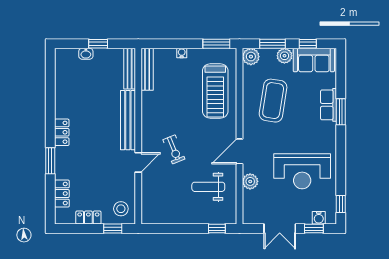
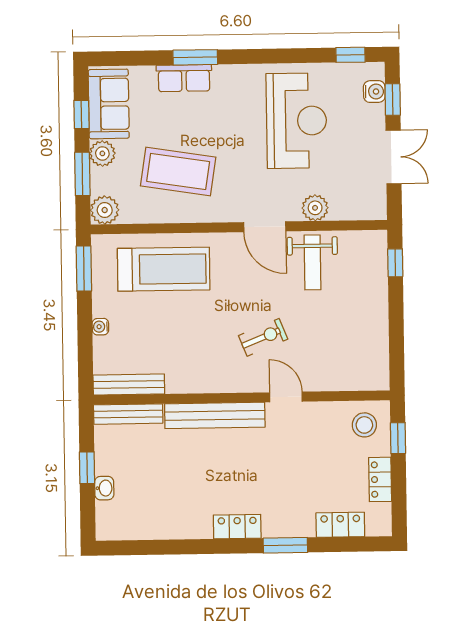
weight bench: (208, 187) -> (312, 262), moved

